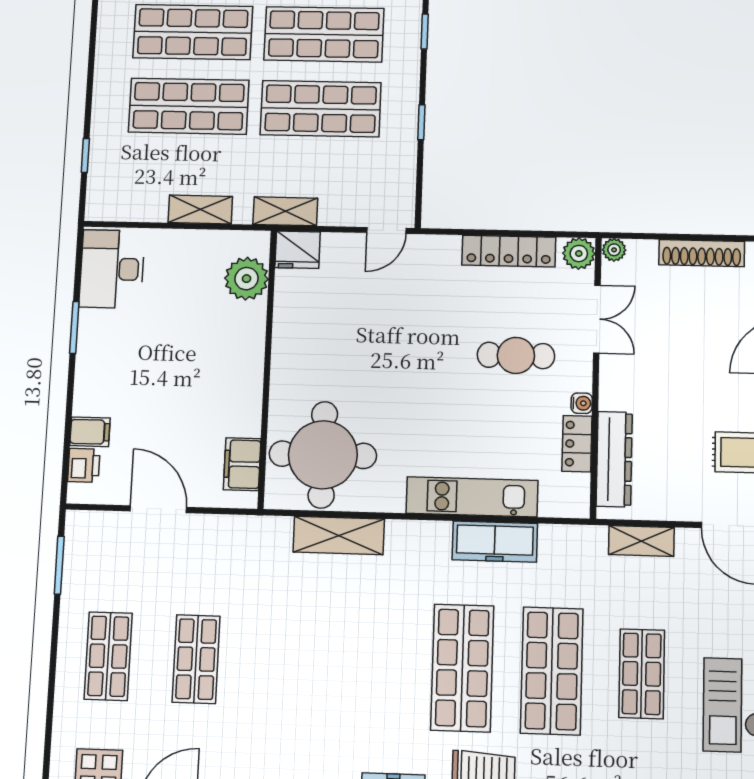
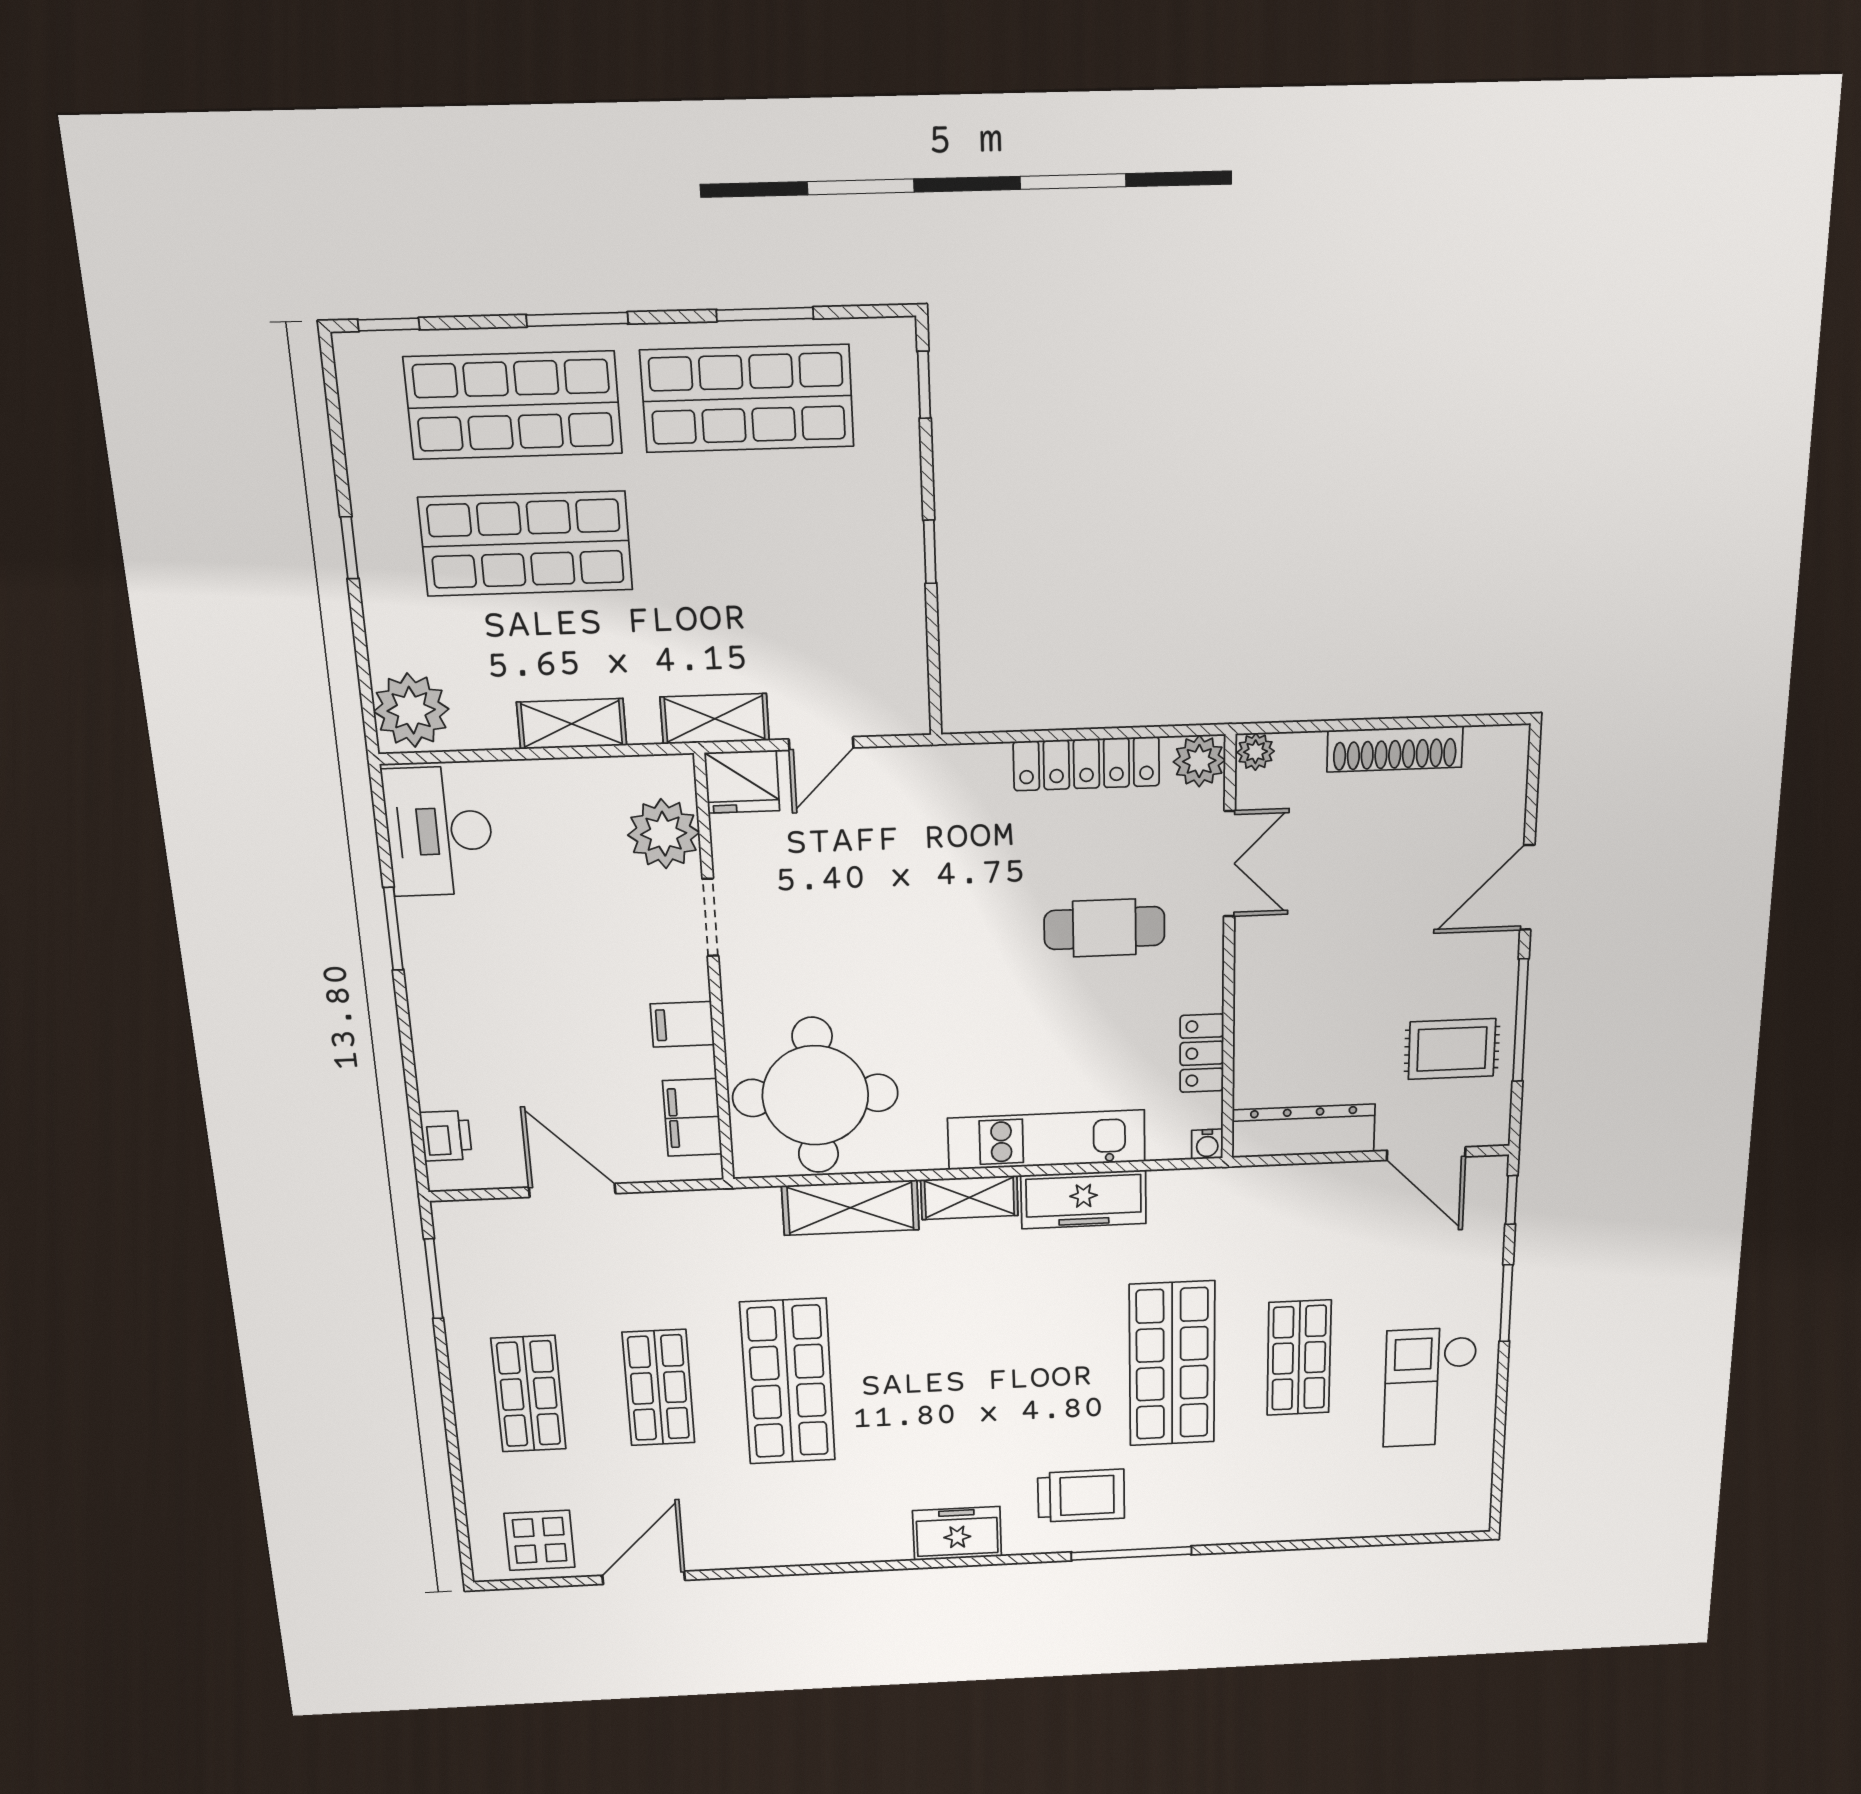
shop shelf: (321, 109) -> (755, 537), removed
window: (85, 155) -> (349, 548), moved
plant: (108, 196) -> (411, 710), added
door: (386, 230) -> (821, 743), moved
doorway: (269, 333) -> (710, 917), added
water cooler: (582, 403) -> (1207, 1144), moved, turned 90
filing cabinet: (90, 432) -> (682, 1024), moved, turned 180
dresser: (614, 459) -> (1303, 1131), moved, turned -90
shelving: (641, 541) -> (969, 1198), moved
shop shelf: (462, 668) -> (788, 1382), moved

